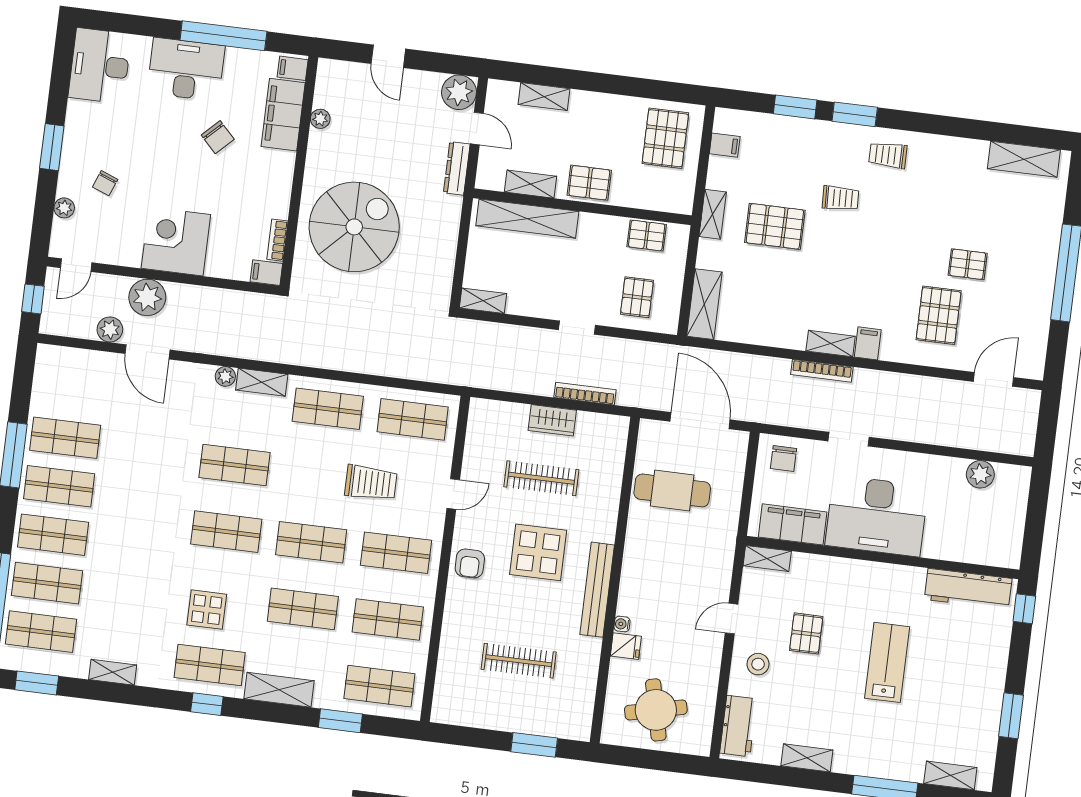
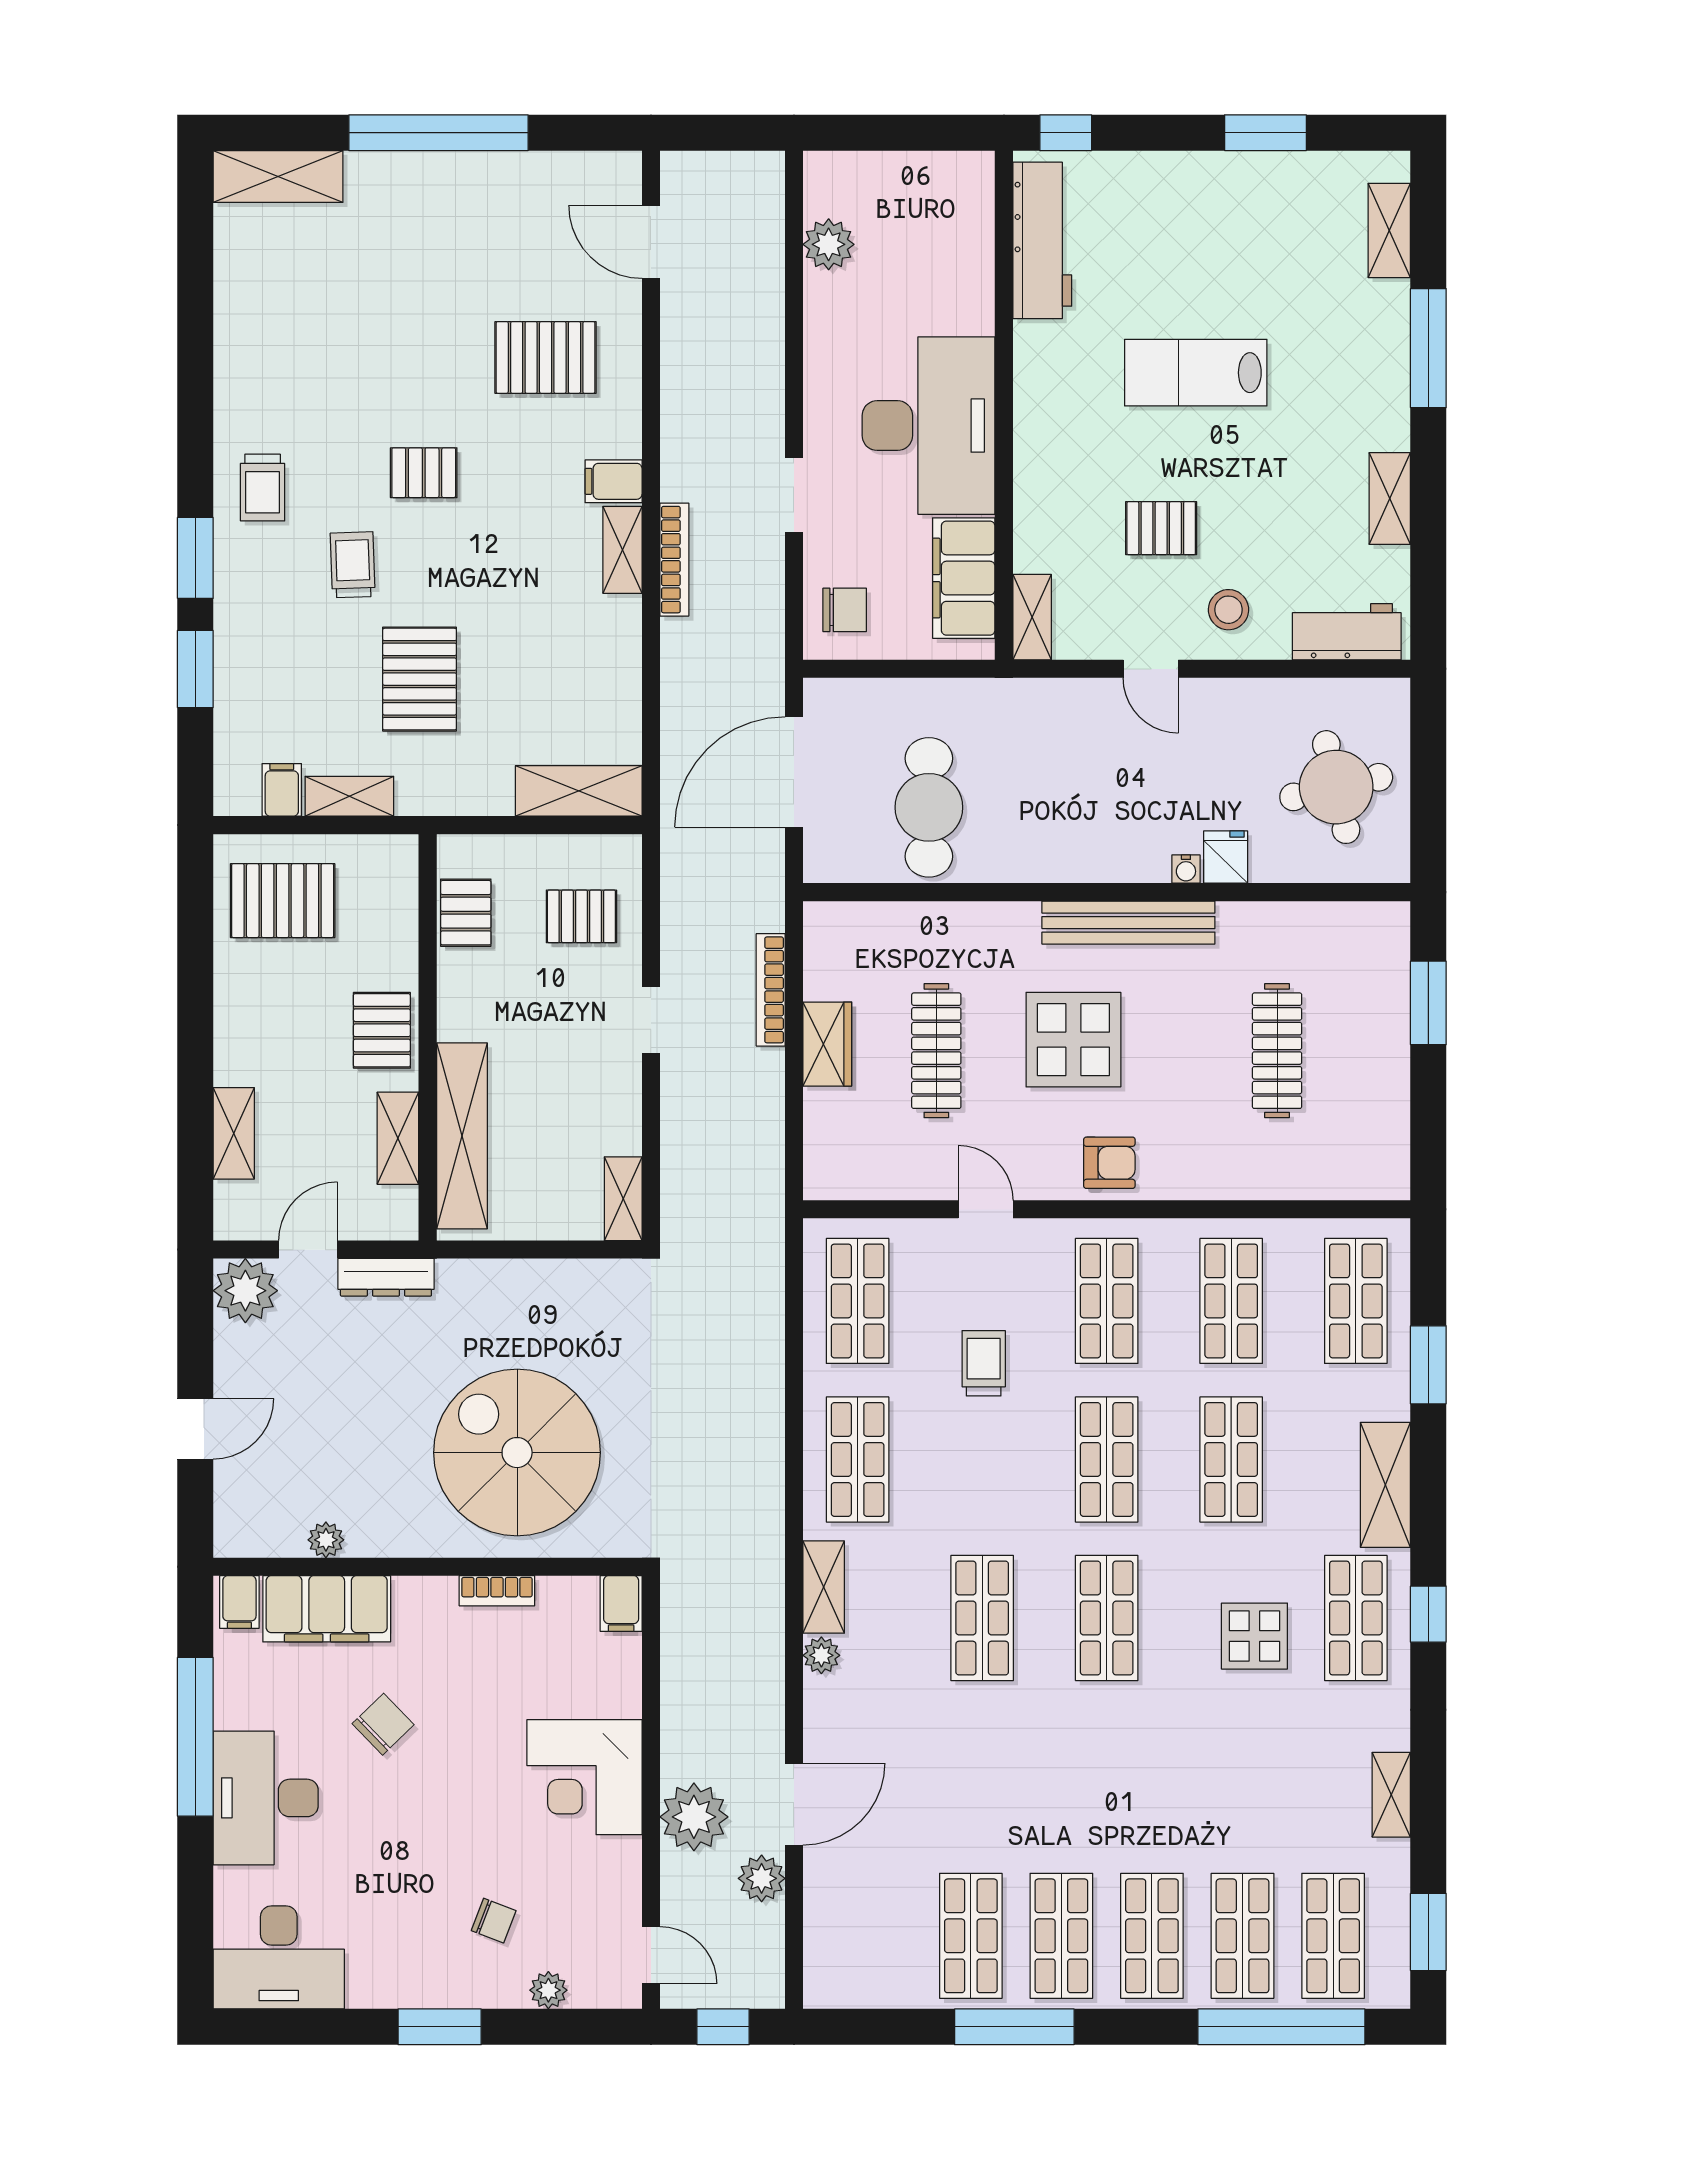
shelving: (1024, 159) -> (278, 176), moved, turned 90
shelving: (713, 214) -> (349, 796), moved
bookcase: (277, 240) -> (497, 1591), moved
pallet: (968, 264) -> (424, 473), moved, turned 90
trolley: (371, 483) -> (984, 1363), width x0.73, depth x0.72

